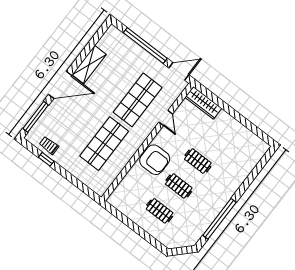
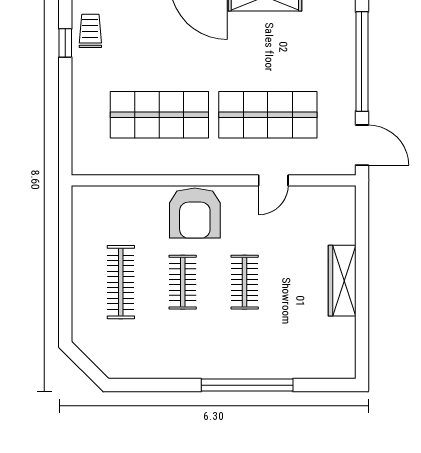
wardrobe: (203, 103) -> (342, 281), moved
clothes rail: (160, 211) -> (121, 282), width x1.36
window: (219, 219) -> (247, 385), moved

